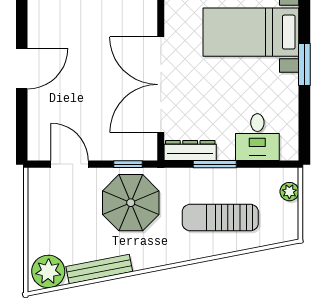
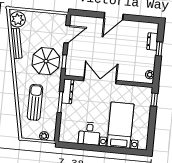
window: (304, 64) -> (103, 149), removed
door: (22, 69) -> (114, 16), hinge flipped
double door: (161, 85) -> (100, 81), width x0.73
desk: (257, 137) -> (89, 134), moved, turned -90

